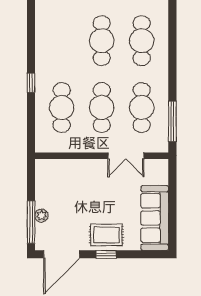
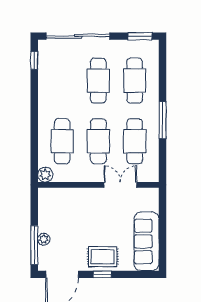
window: (31, 83) -> (34, 60), moved
window: (172, 121) -> (162, 120), moved
plant: (43, 144) -> (45, 175), added
double door: (126, 156) -> (120, 185), swing flipped

